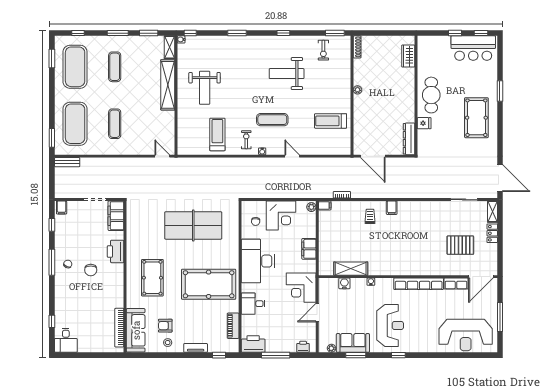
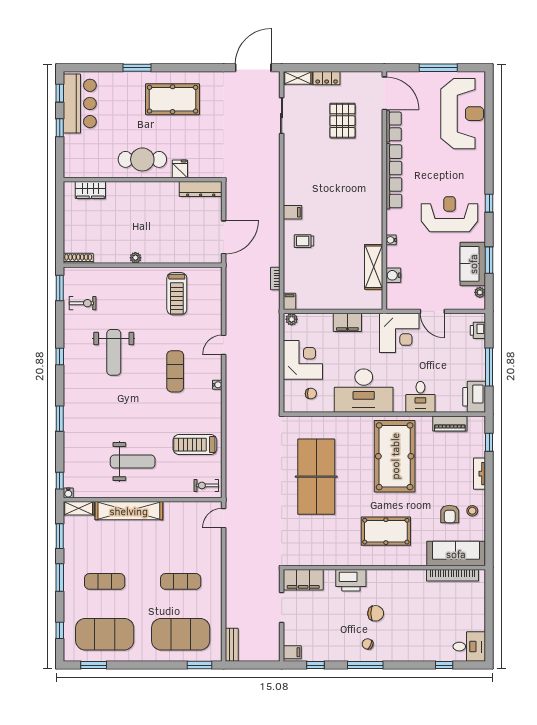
exercise bike: (246, 140) -> (206, 485), moved

